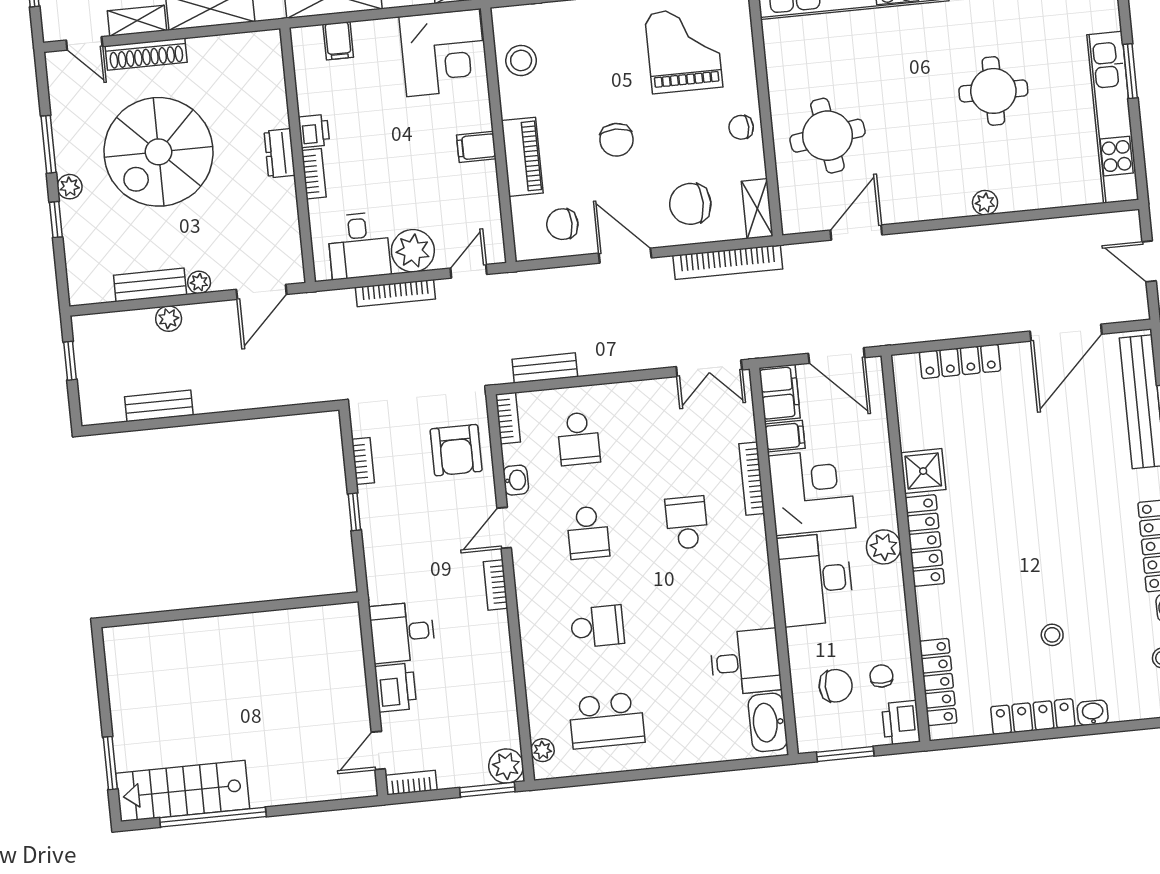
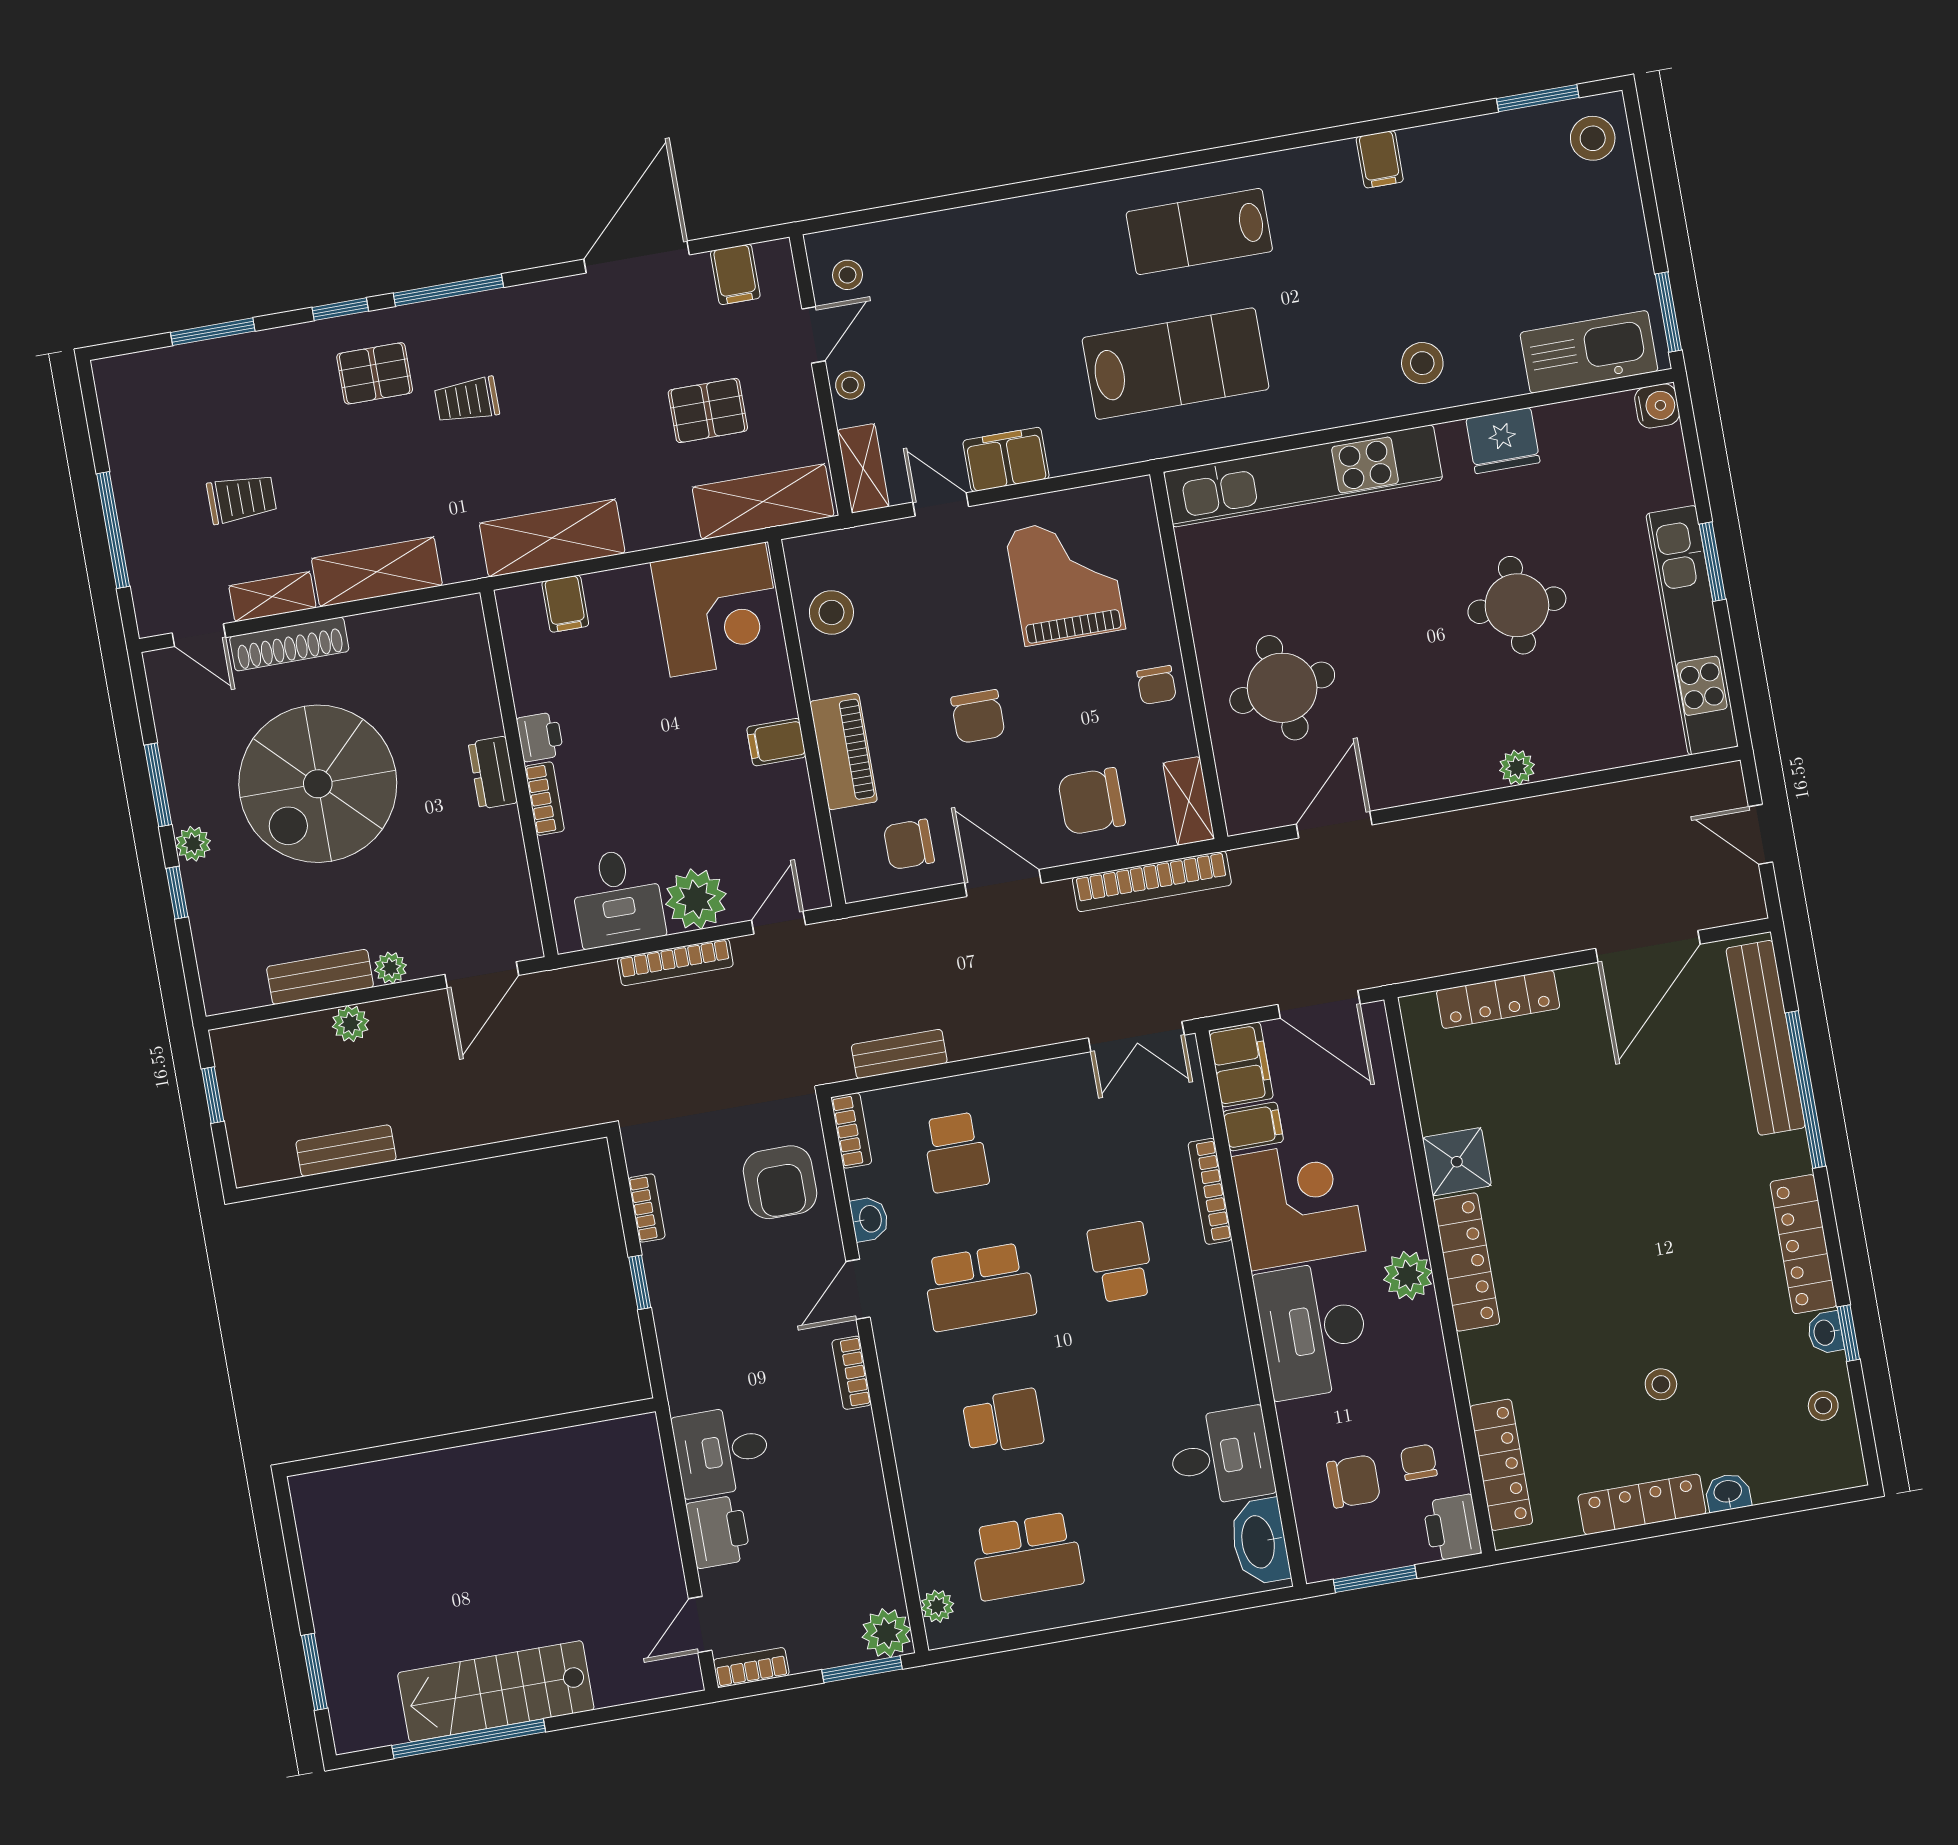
chair: (741, 127) -> (1157, 685), turned -90
school desk: (588, 533) -> (979, 1287), width x1.85
stairs: (183, 791) -> (496, 1691), moved

